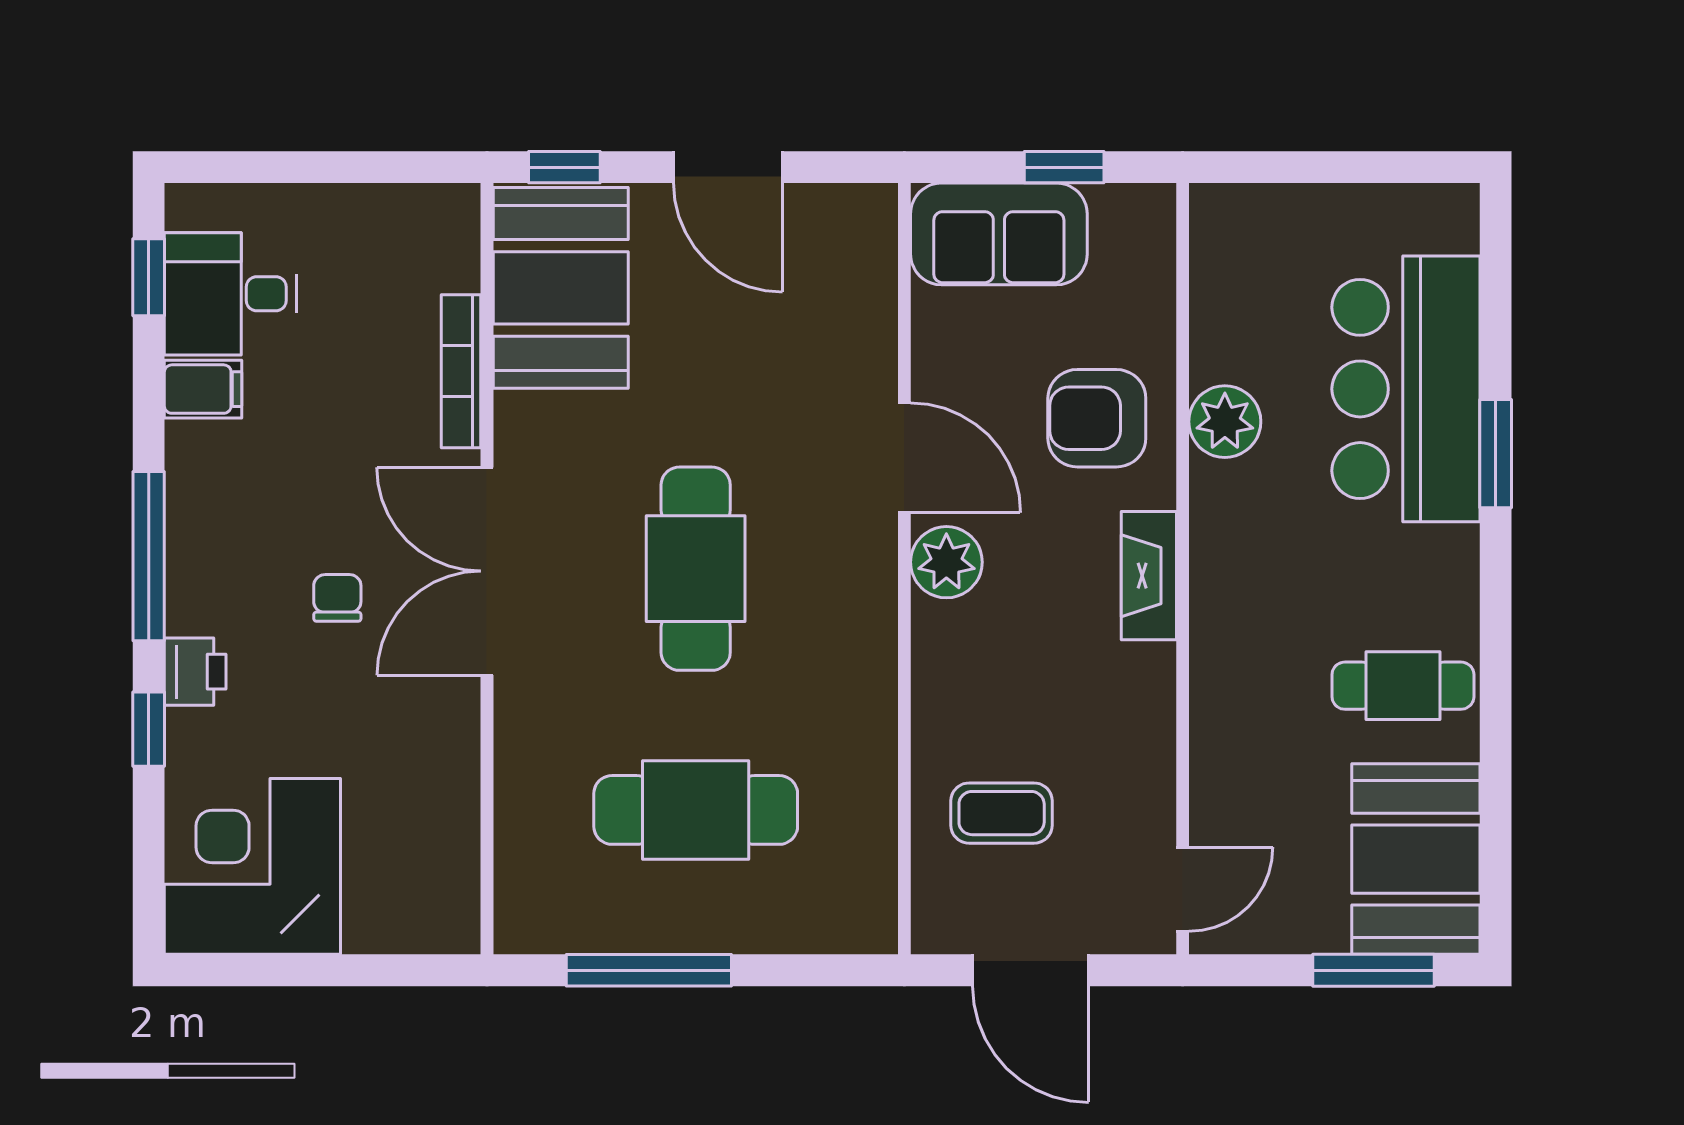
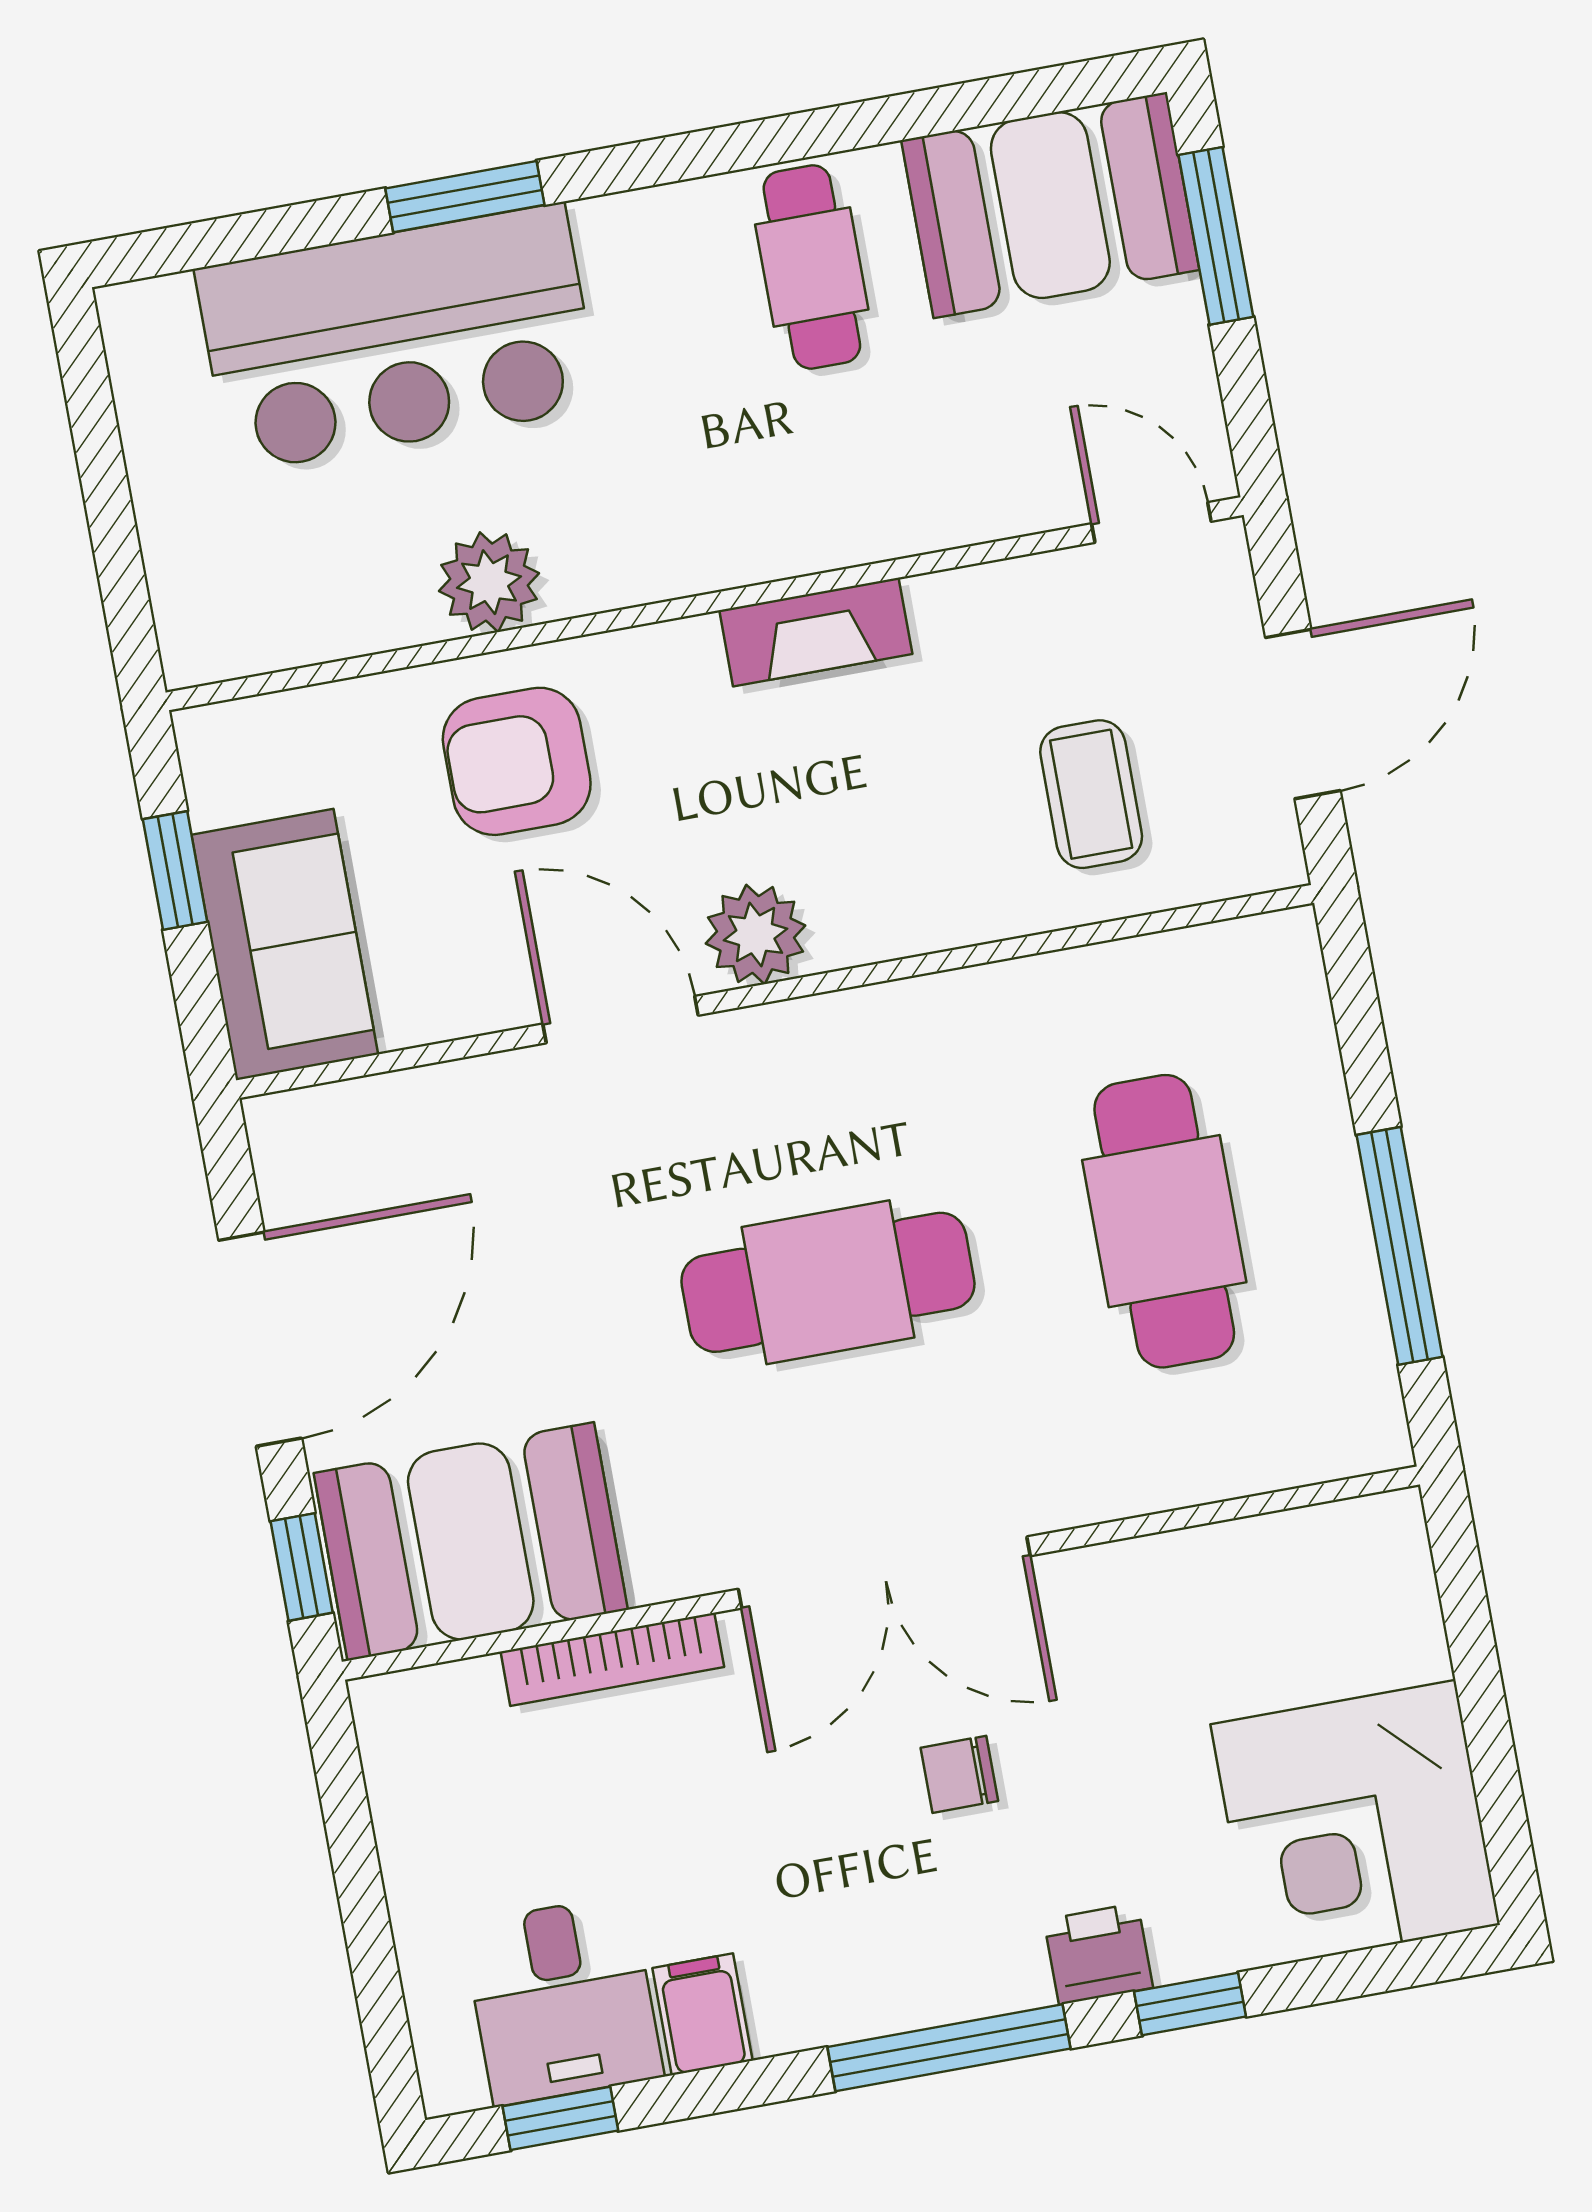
door: (728, 167) -> (260, 1339), width x1.36
armchair: (1097, 418) -> (517, 761), turned 90
door: (904, 458) -> (620, 1020), hinge flipped
fireplace: (1149, 576) -> (816, 632), moved

